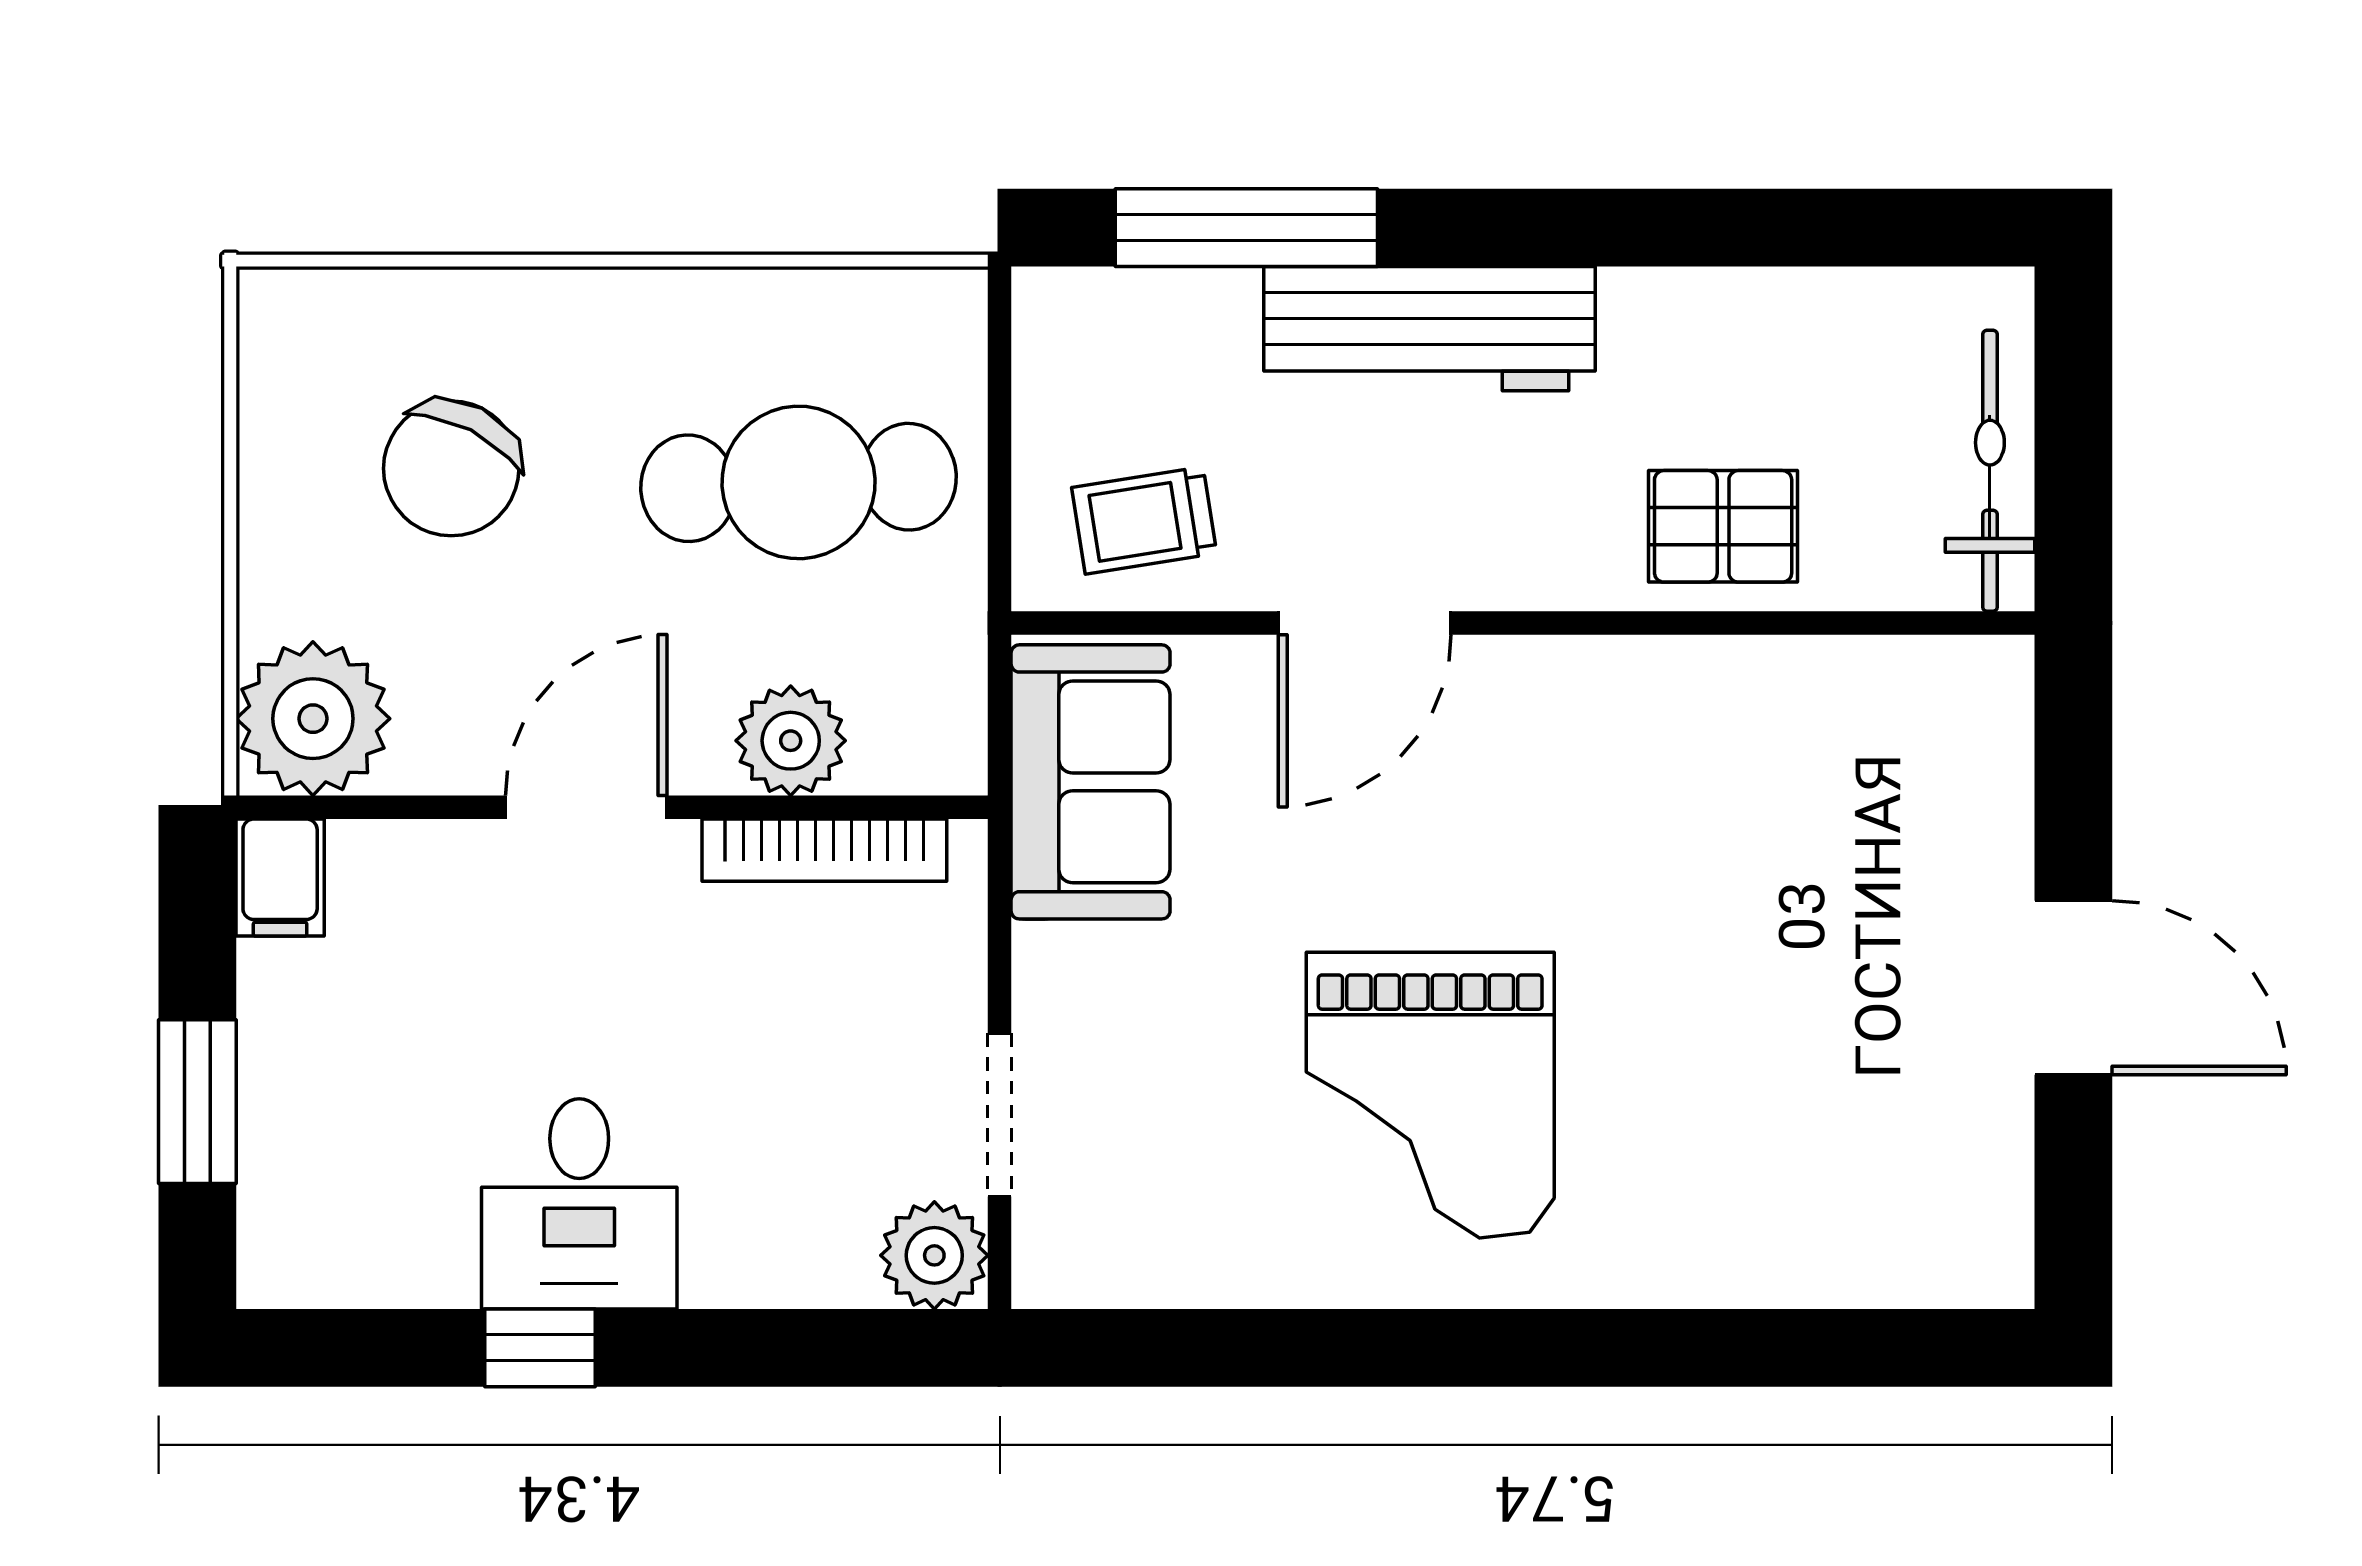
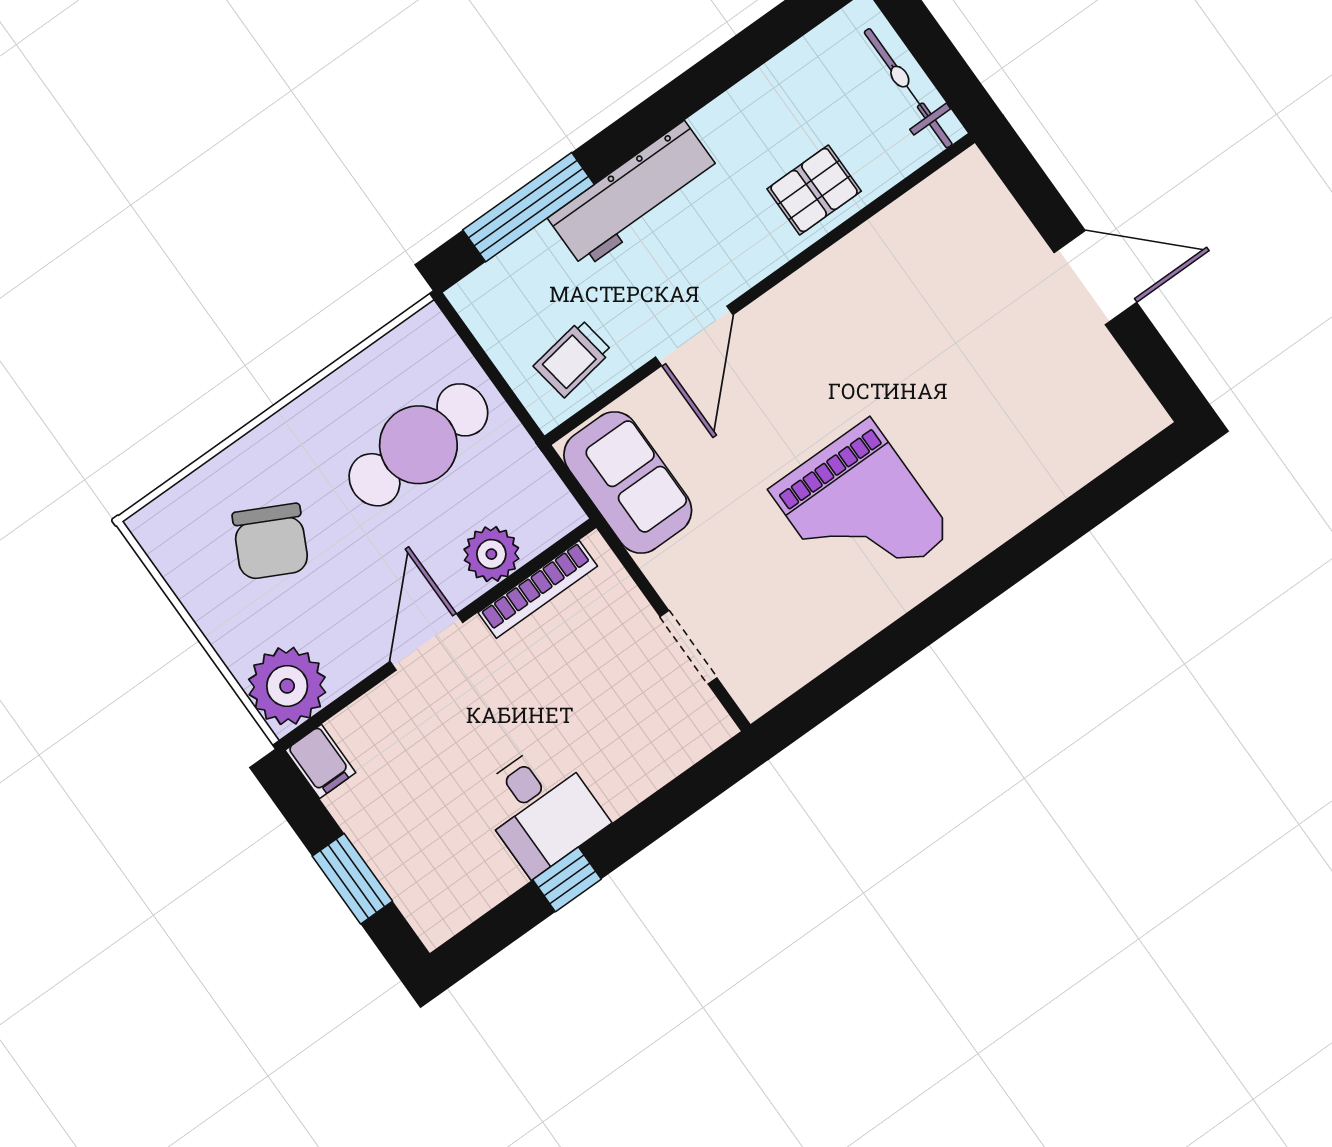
plant: (934, 1255) -> (703, 725), removed

